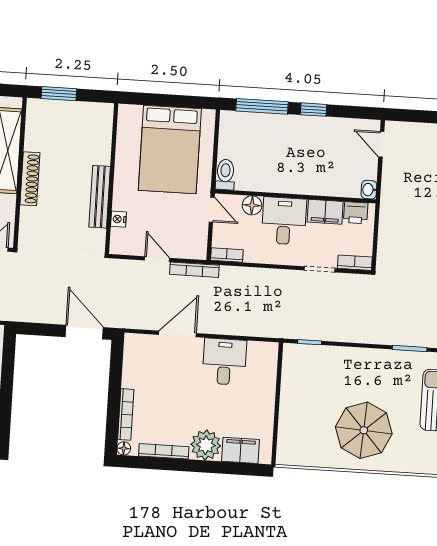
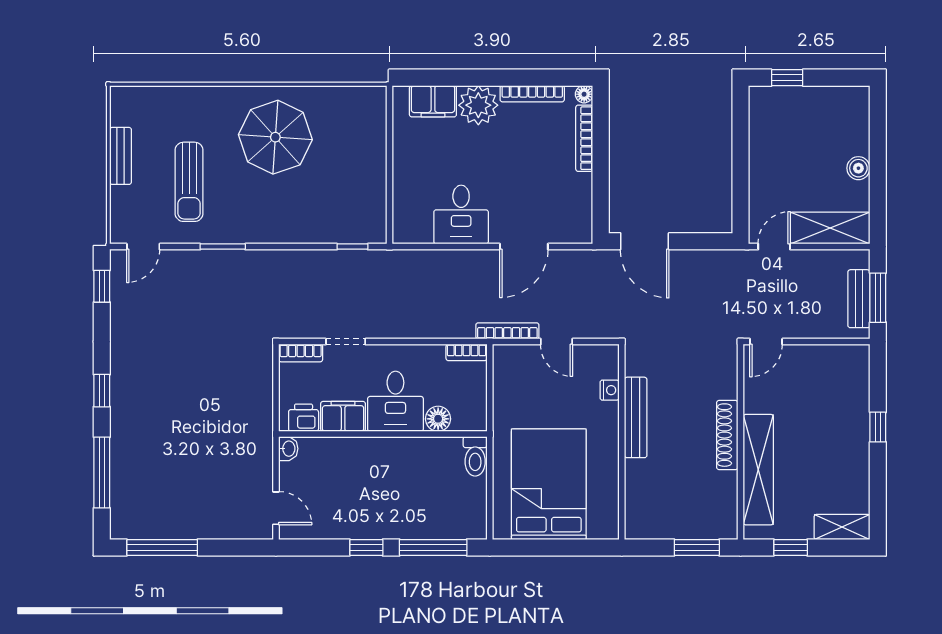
door: (212, 210) -> (490, 410), removed

